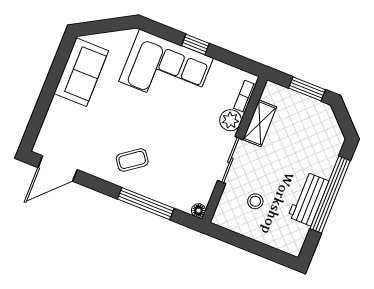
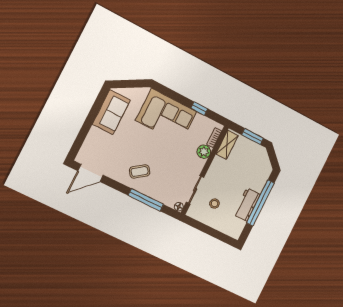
window: (195, 44) -> (199, 109), moved
shelving: (260, 123) -> (227, 145), moved
sliding door: (230, 160) -> (195, 190), moved

